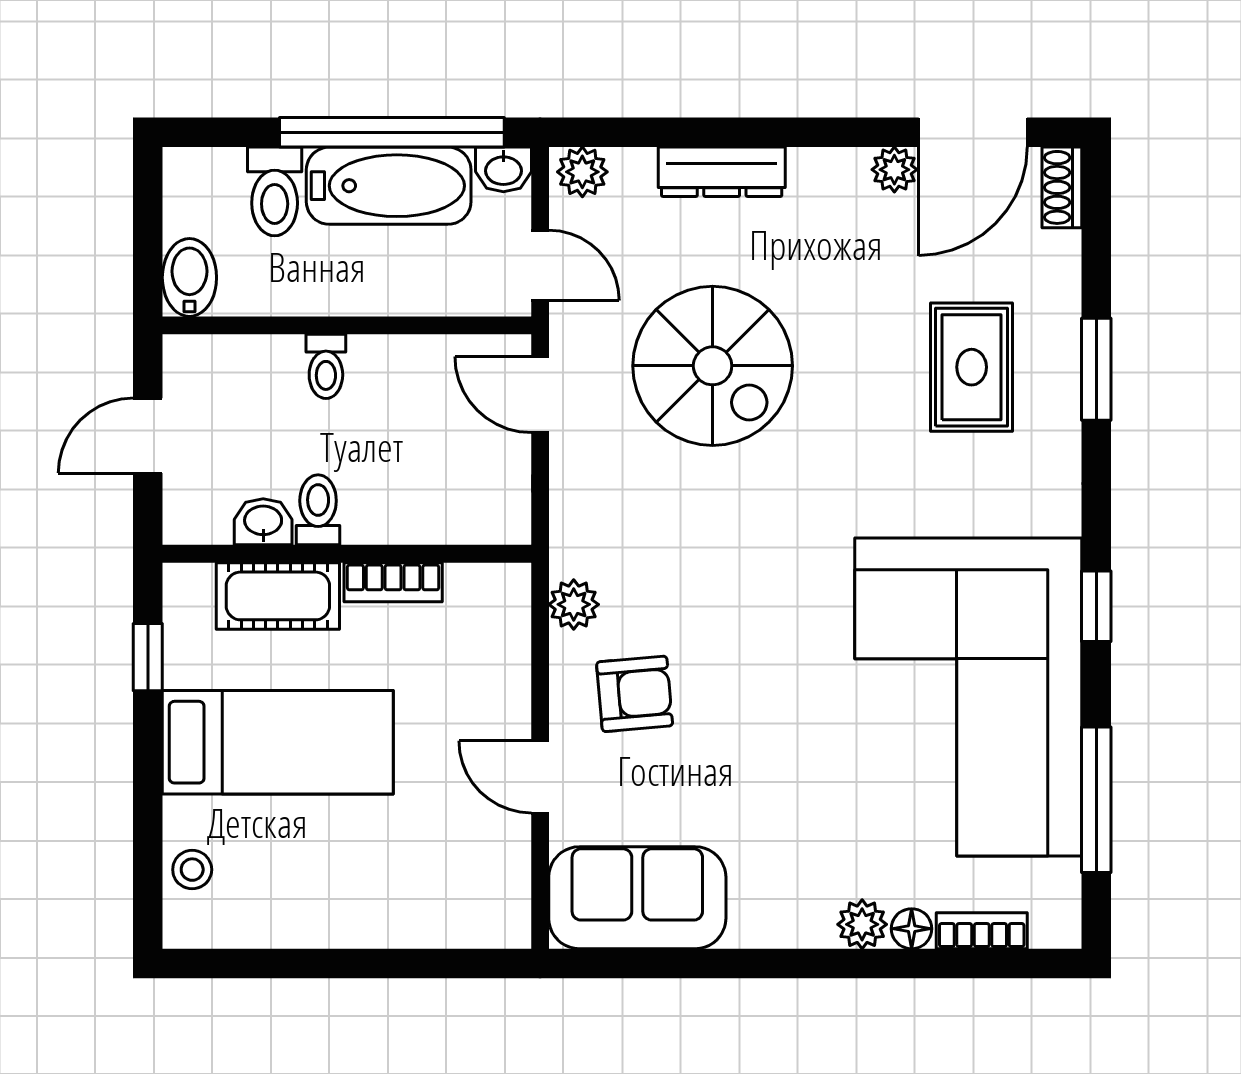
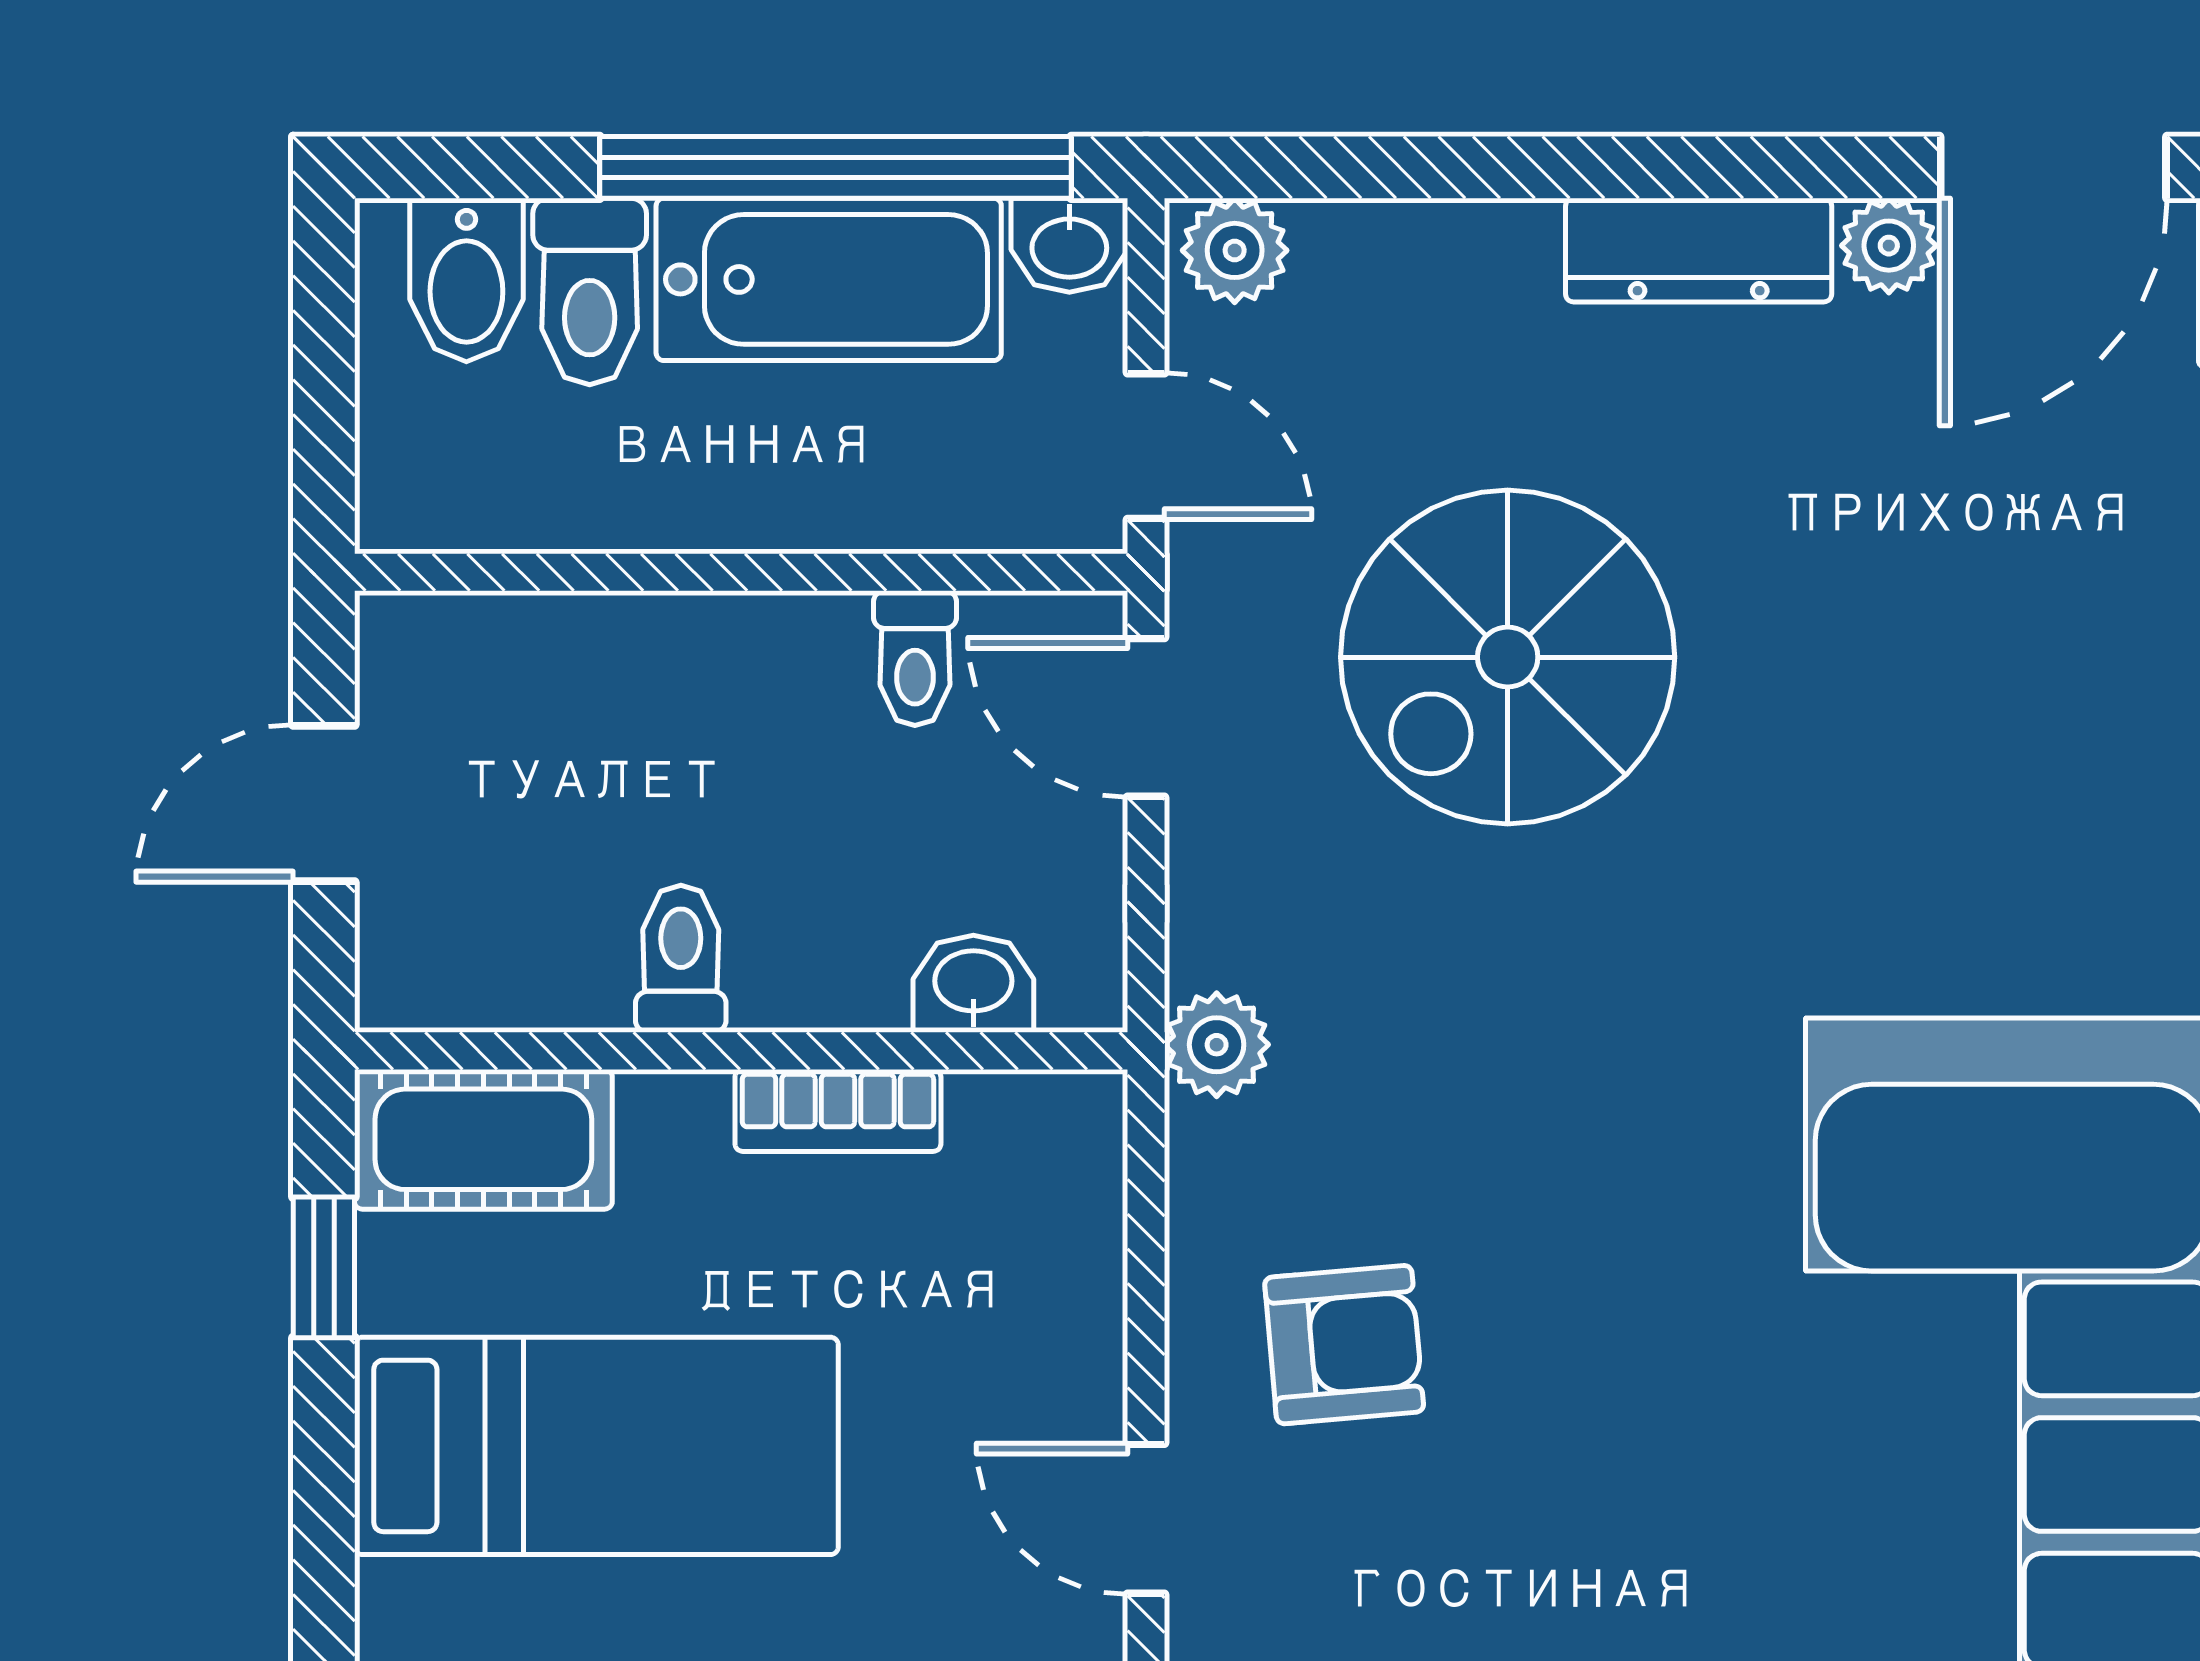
dresser: (722, 172) -> (1699, 250), moved
bidet: (189, 278) -> (466, 280), moved, turned 180
toilet: (326, 366) -> (915, 658), moved
spiral stairs: (713, 366) -> (1508, 657), turned 90
rug: (972, 367) -> (2051, 660), removed
washbasin: (263, 522) -> (973, 984), moved
cot: (278, 596) -> (483, 1139), moved
plant: (574, 604) -> (1217, 1045), moved

